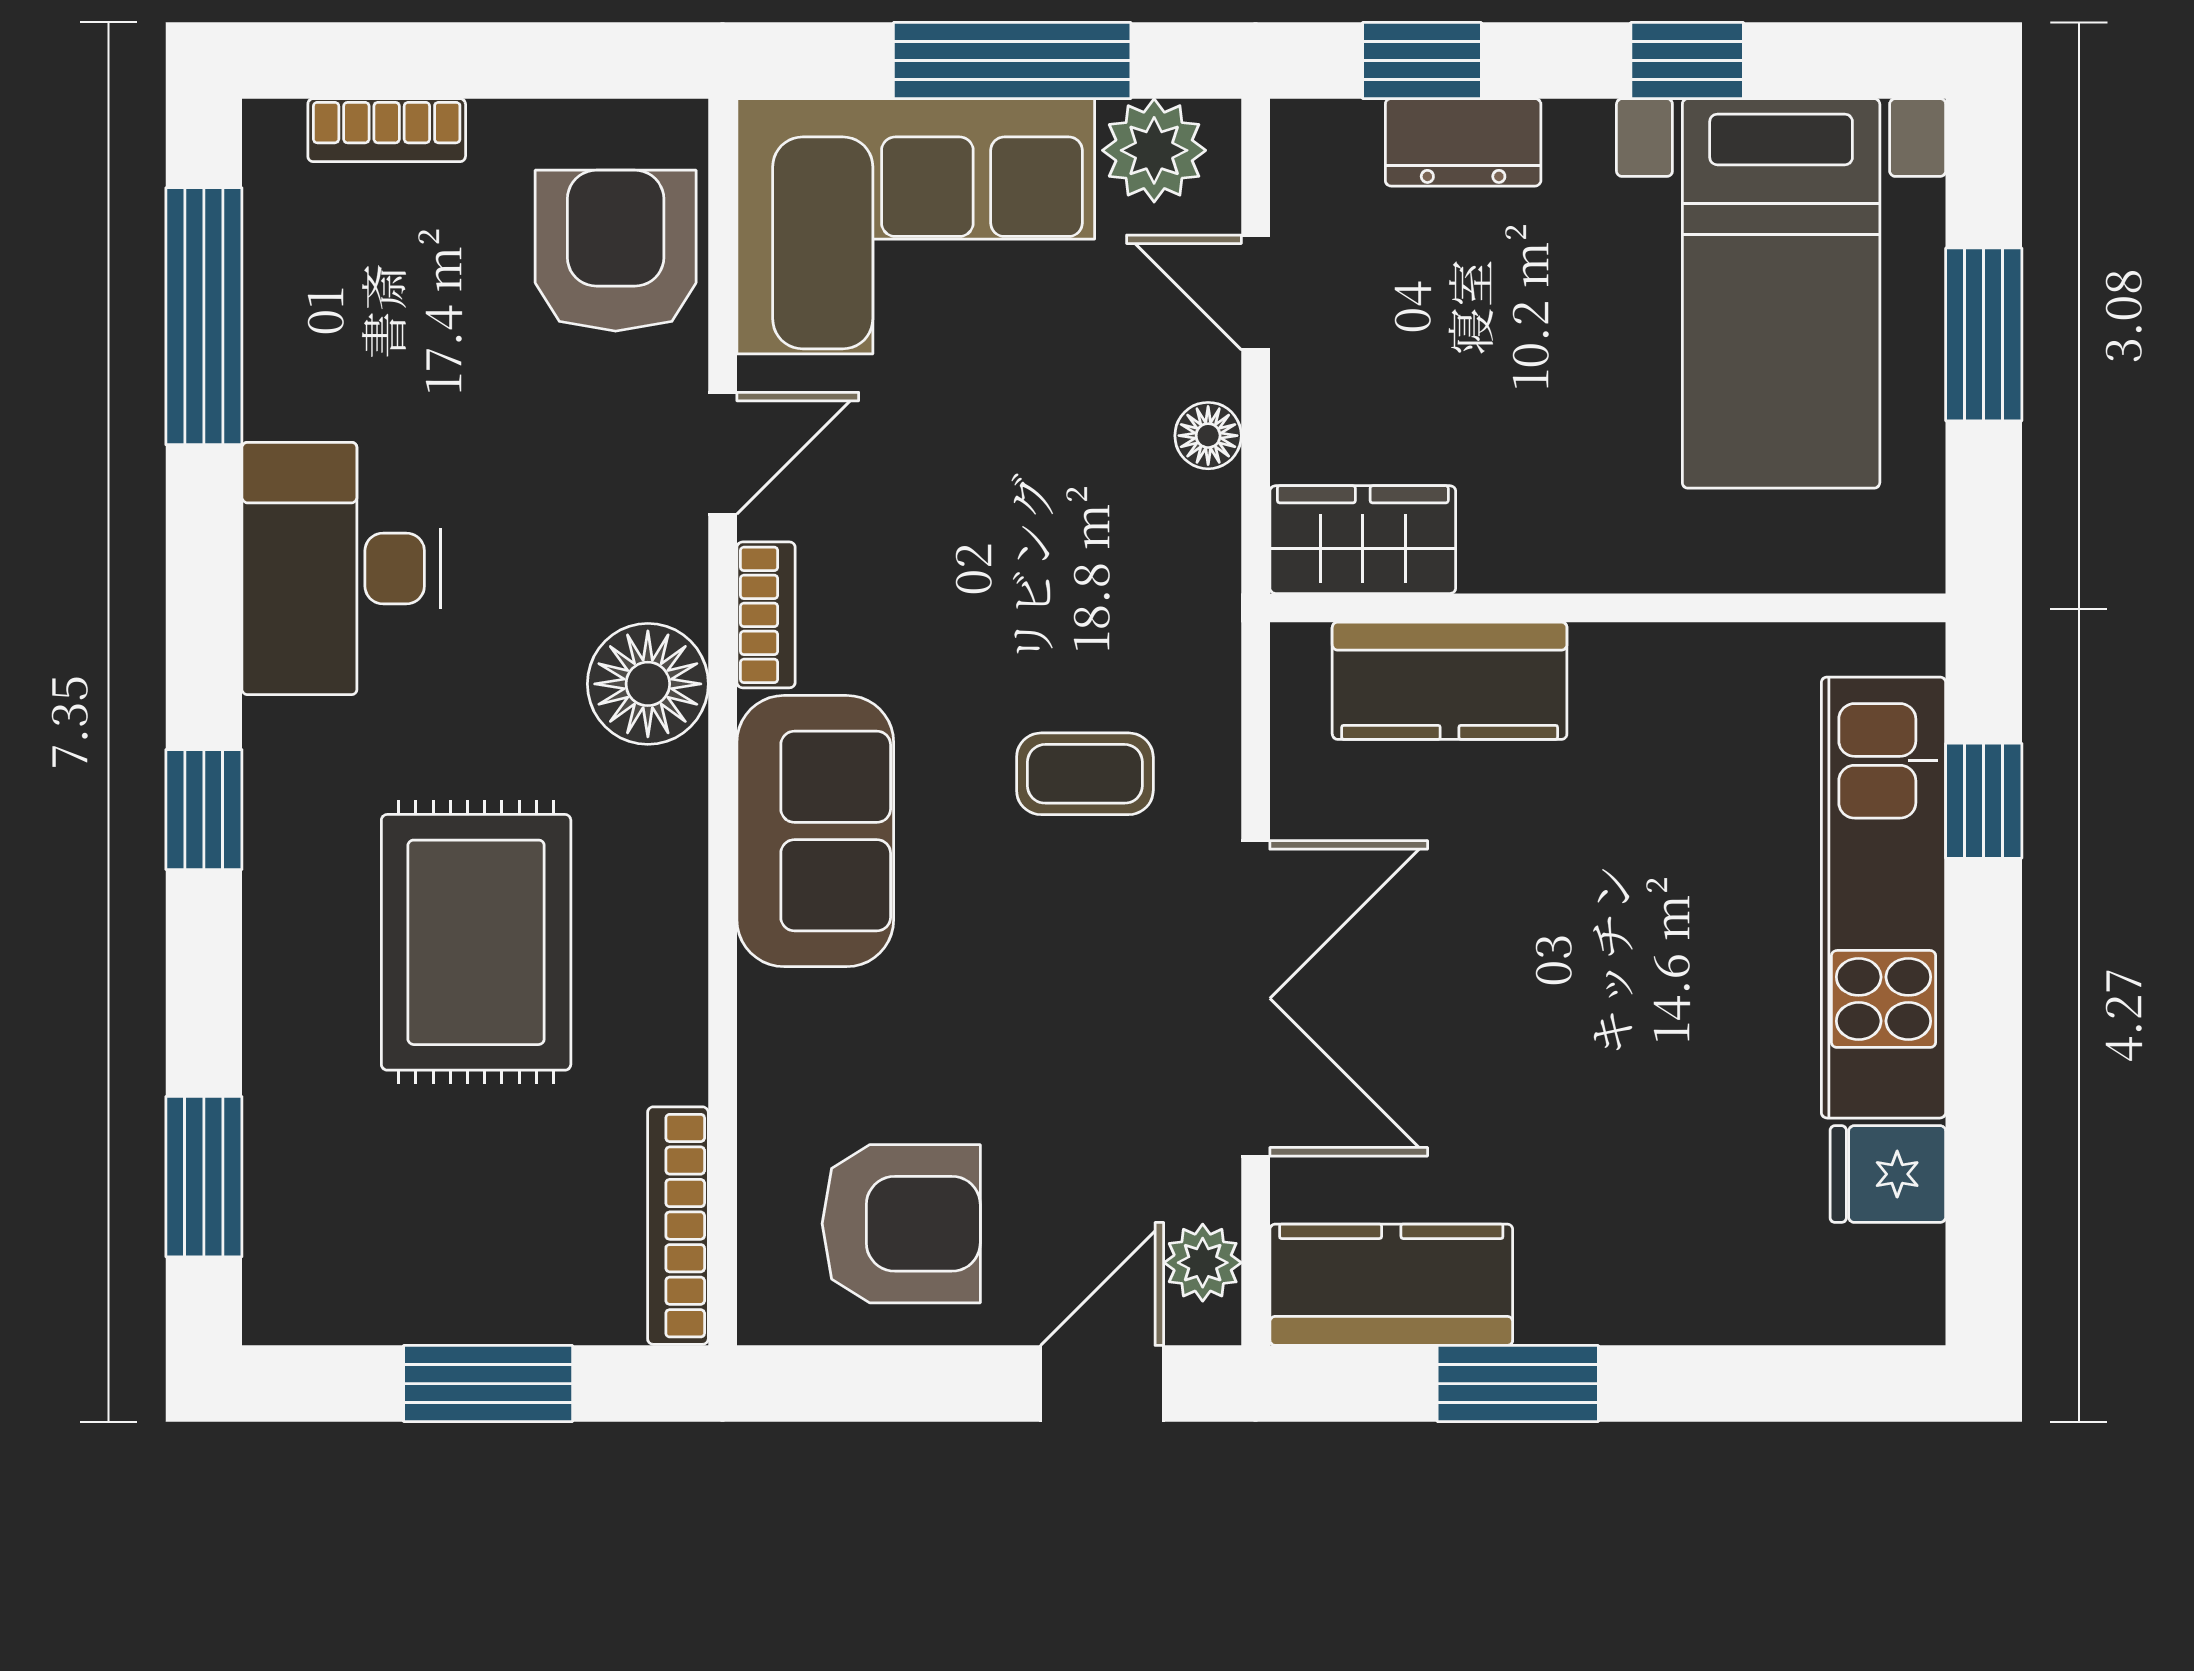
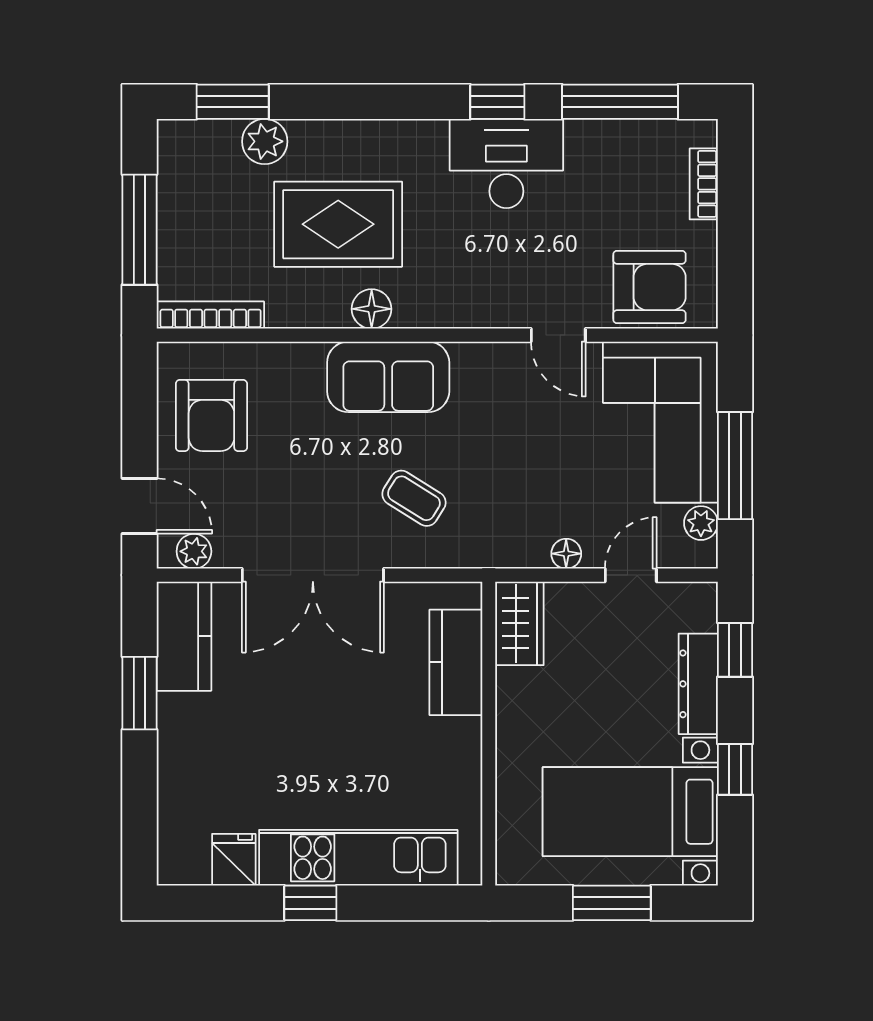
dresser: (1463, 142) -> (698, 684), width x1.44
plant: (1154, 150) -> (701, 523), width x0.73, depth x0.73
bookcase: (766, 615) -> (486, 355), removed
floor lamp: (648, 684) -> (372, 309), moved, width x0.73, depth x0.73
coffee table: (1085, 774) -> (414, 498), turned -58
window: (1984, 801) -> (310, 903), moved
window: (204, 810) -> (497, 102), moved
plant: (292, 1105) -> (265, 141), added
window: (488, 1384) -> (140, 230), width x1.44

